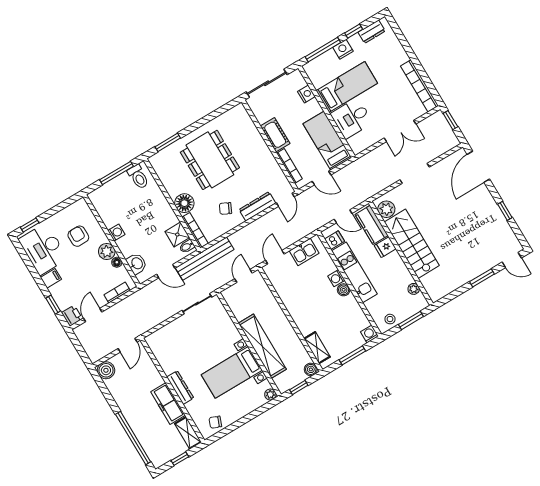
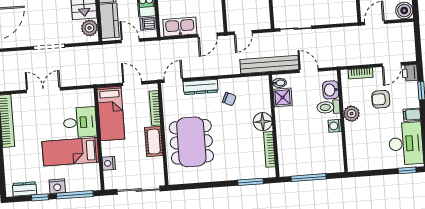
dining table: (210, 160) -> (191, 142), moved
toilet: (138, 177) -> (328, 107), moved, turned -90
bookcase: (195, 230) -> (269, 149), moved
armchair: (78, 236) -> (381, 99), moved, turned 90
kitchen sink: (304, 252) -> (180, 27), width x1.38
floor lamp: (117, 262) -> (347, 100), removed

